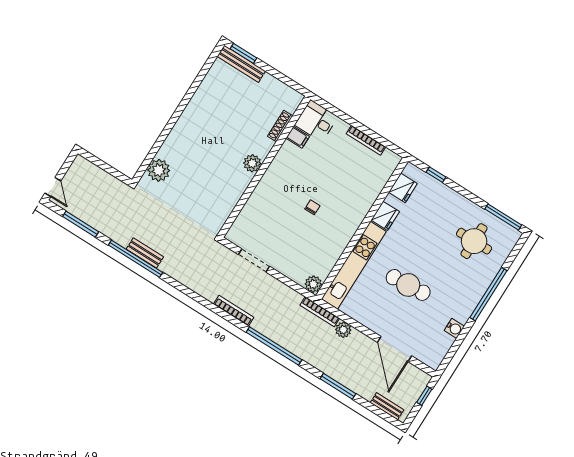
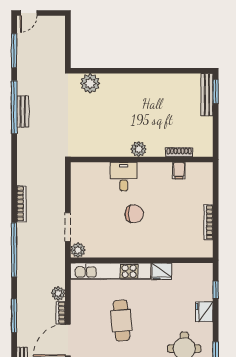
desk: (316, 121) -> (124, 177), moved
fridge: (403, 188) -> (204, 312), moved, turned 90
chair: (312, 207) -> (134, 214), width x1.87, depth x1.87
doorway: (254, 260) -> (68, 227), moved
bookcase: (320, 312) -> (61, 313), moved, width x0.64

